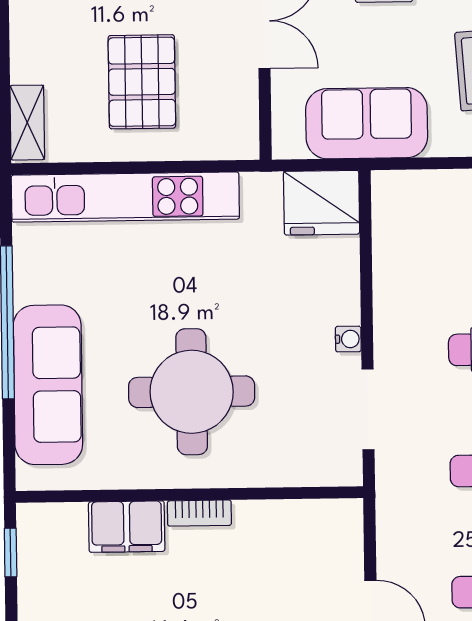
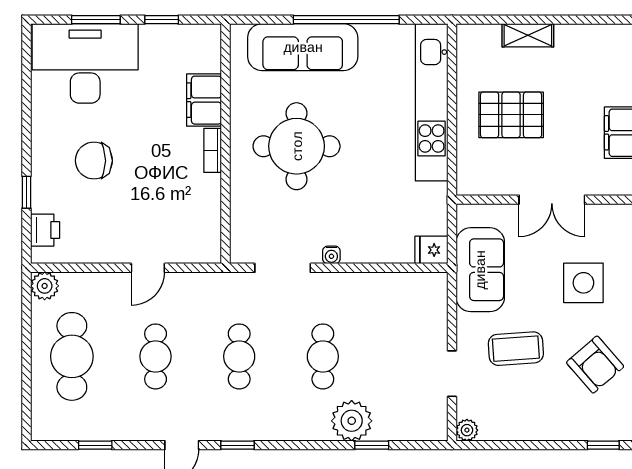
shelving: (27, 123) -> (528, 35), moved
fridge: (322, 203) -> (431, 250), width x0.53, depth x0.75
window: (11, 552) -> (162, 20), moved

